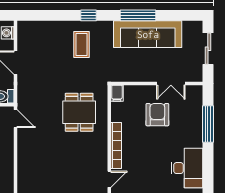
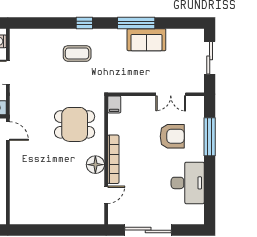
sofa: (148, 34) -> (146, 40), width x0.54, depth x0.79
coffee table: (82, 45) -> (77, 53), turned 90
dining table: (79, 112) -> (75, 124), turned 90
armchair: (157, 115) -> (172, 136), moved, turned 90
floor lamp: (99, 151) -> (95, 165), added

